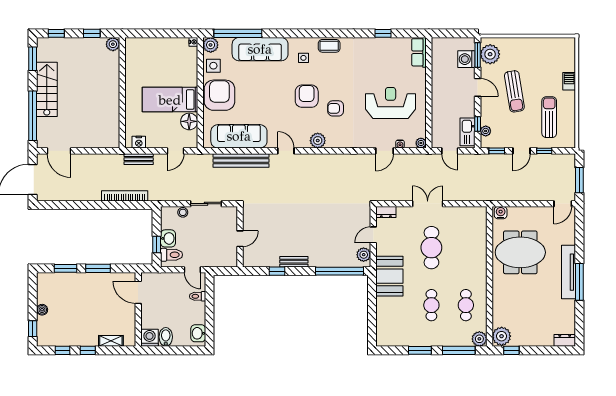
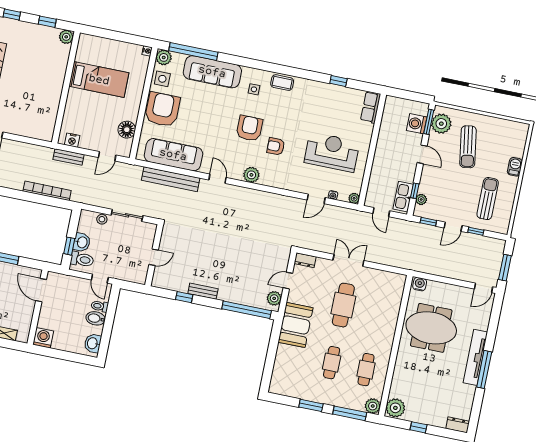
sun lounger: (514, 91) -> (468, 147), moved
bed: (170, 100) -> (99, 80), moved, turned 180
bidet: (166, 337) -> (96, 318), moved, turned -90
window: (511, 350) -> (418, 427), moved

